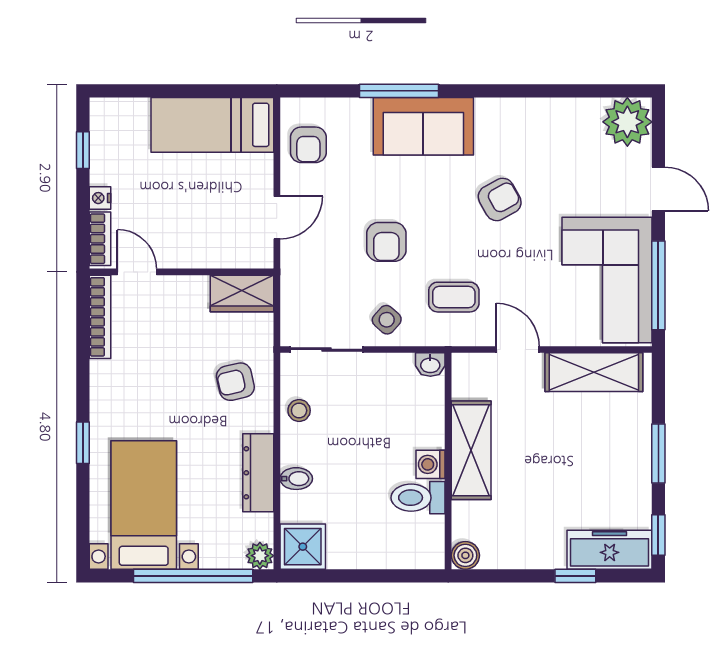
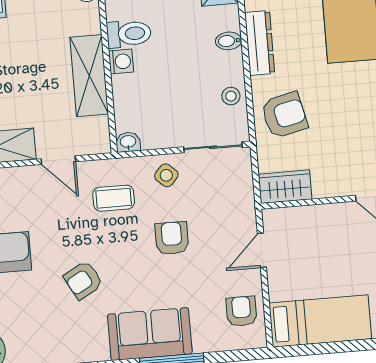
armchair: (235, 382) -> (284, 115), width x1.38, depth x1.38

